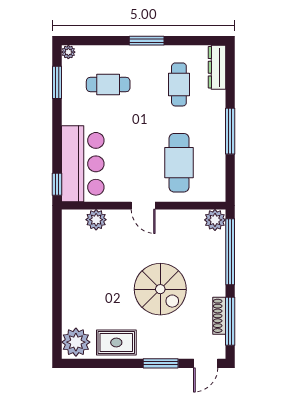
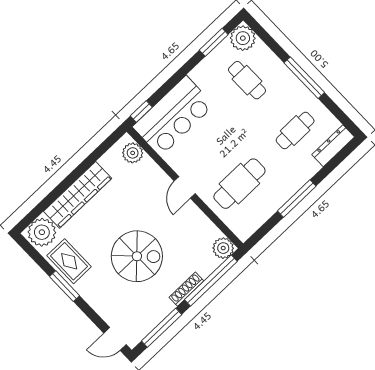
window: (147, 41) -> (304, 78), width x1.44
plant: (68, 52) -> (243, 38), width x1.88, depth x1.88
plant: (96, 220) -> (133, 153), moved
spiral stairs: (160, 289) -> (137, 256), turned -90
wardrobe: (73, 290) -> (78, 195), added
shoe rack: (219, 316) -> (186, 289), moved
window: (161, 363) -> (65, 286), moved

